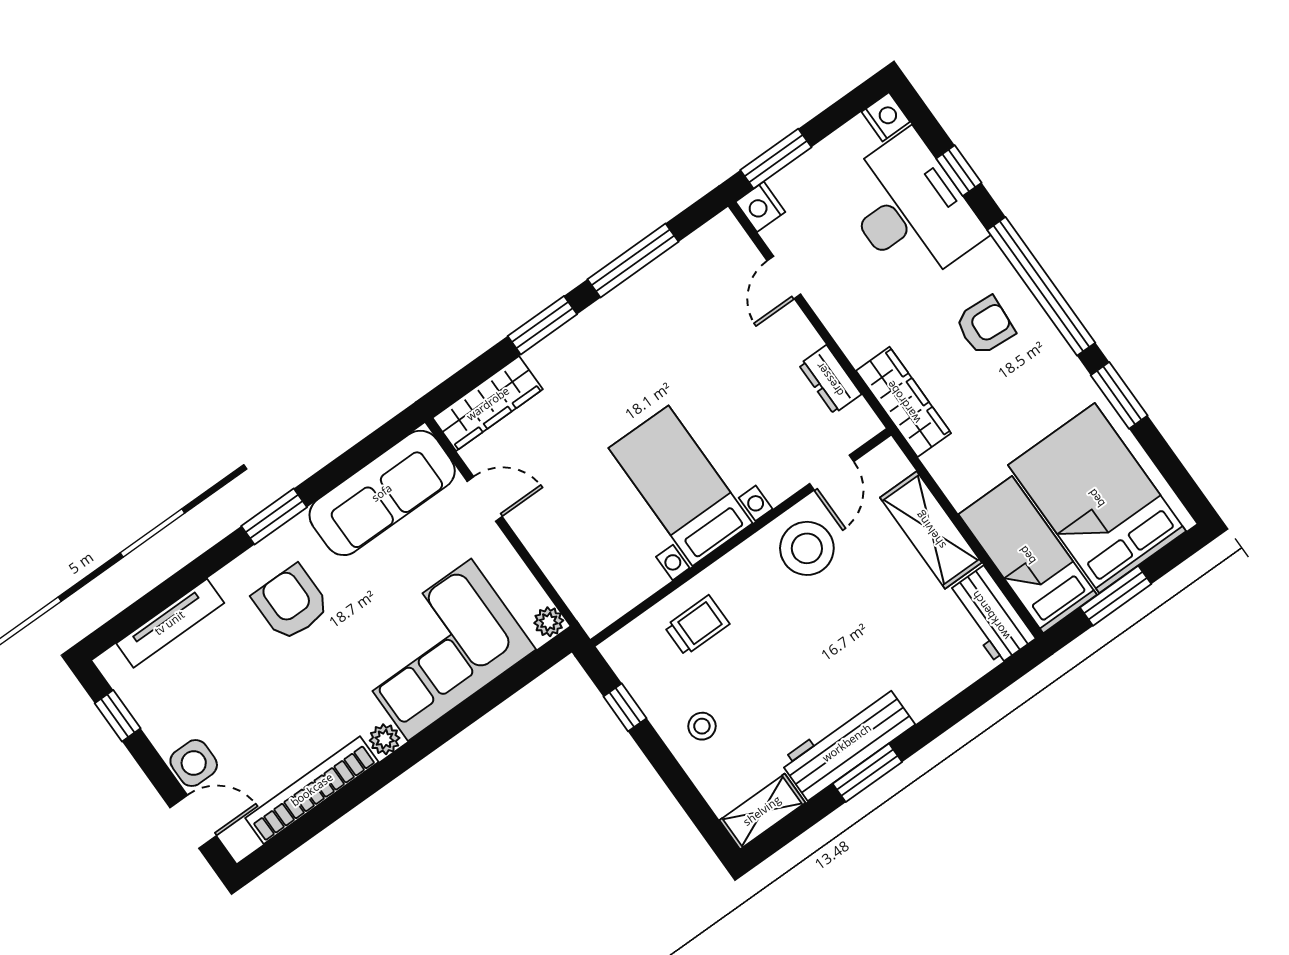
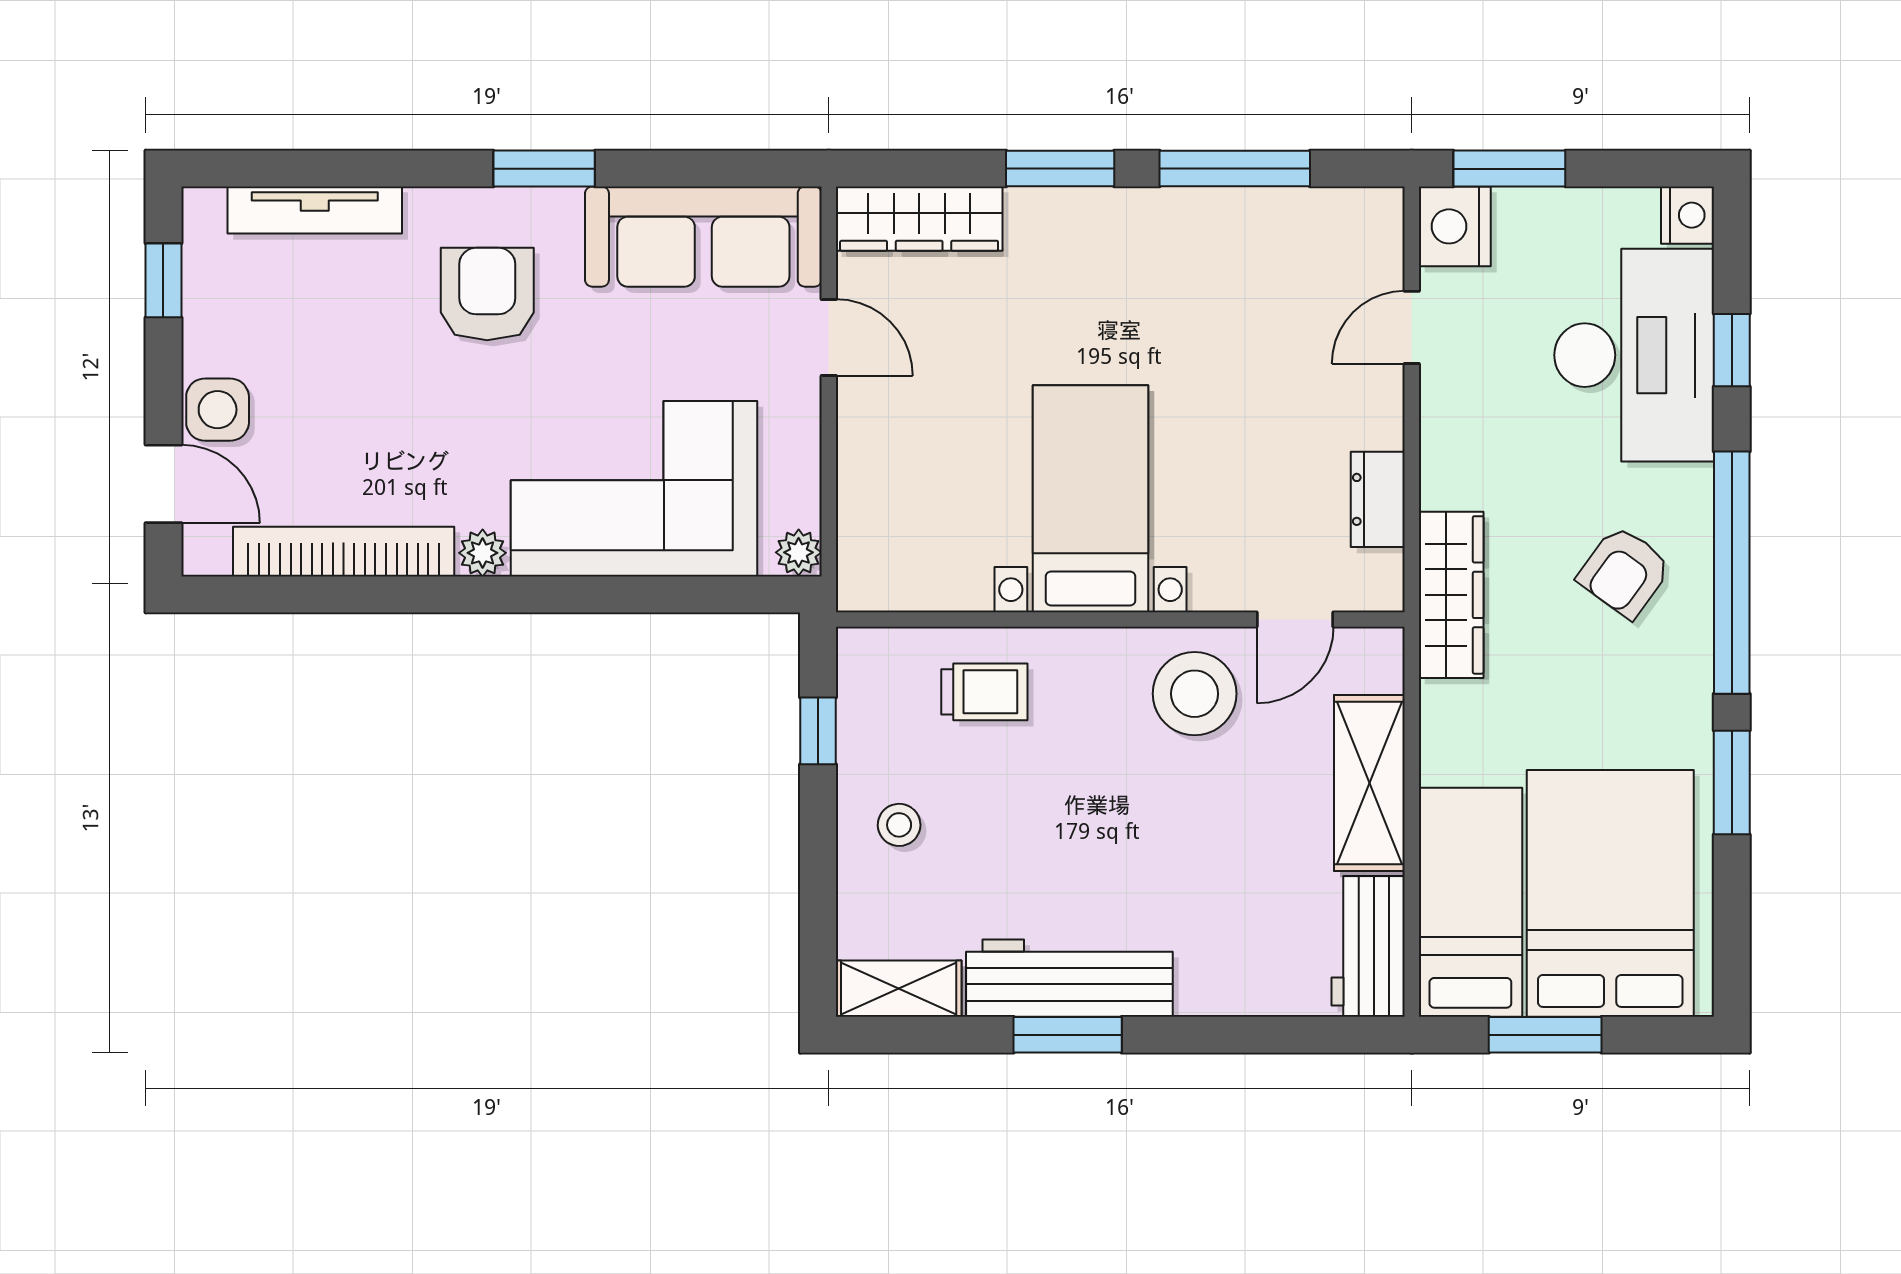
nightstand: (760, 207) -> (1455, 226), width x1.36, depth x1.33
armchair: (985, 326) -> (1624, 572), turned 122

